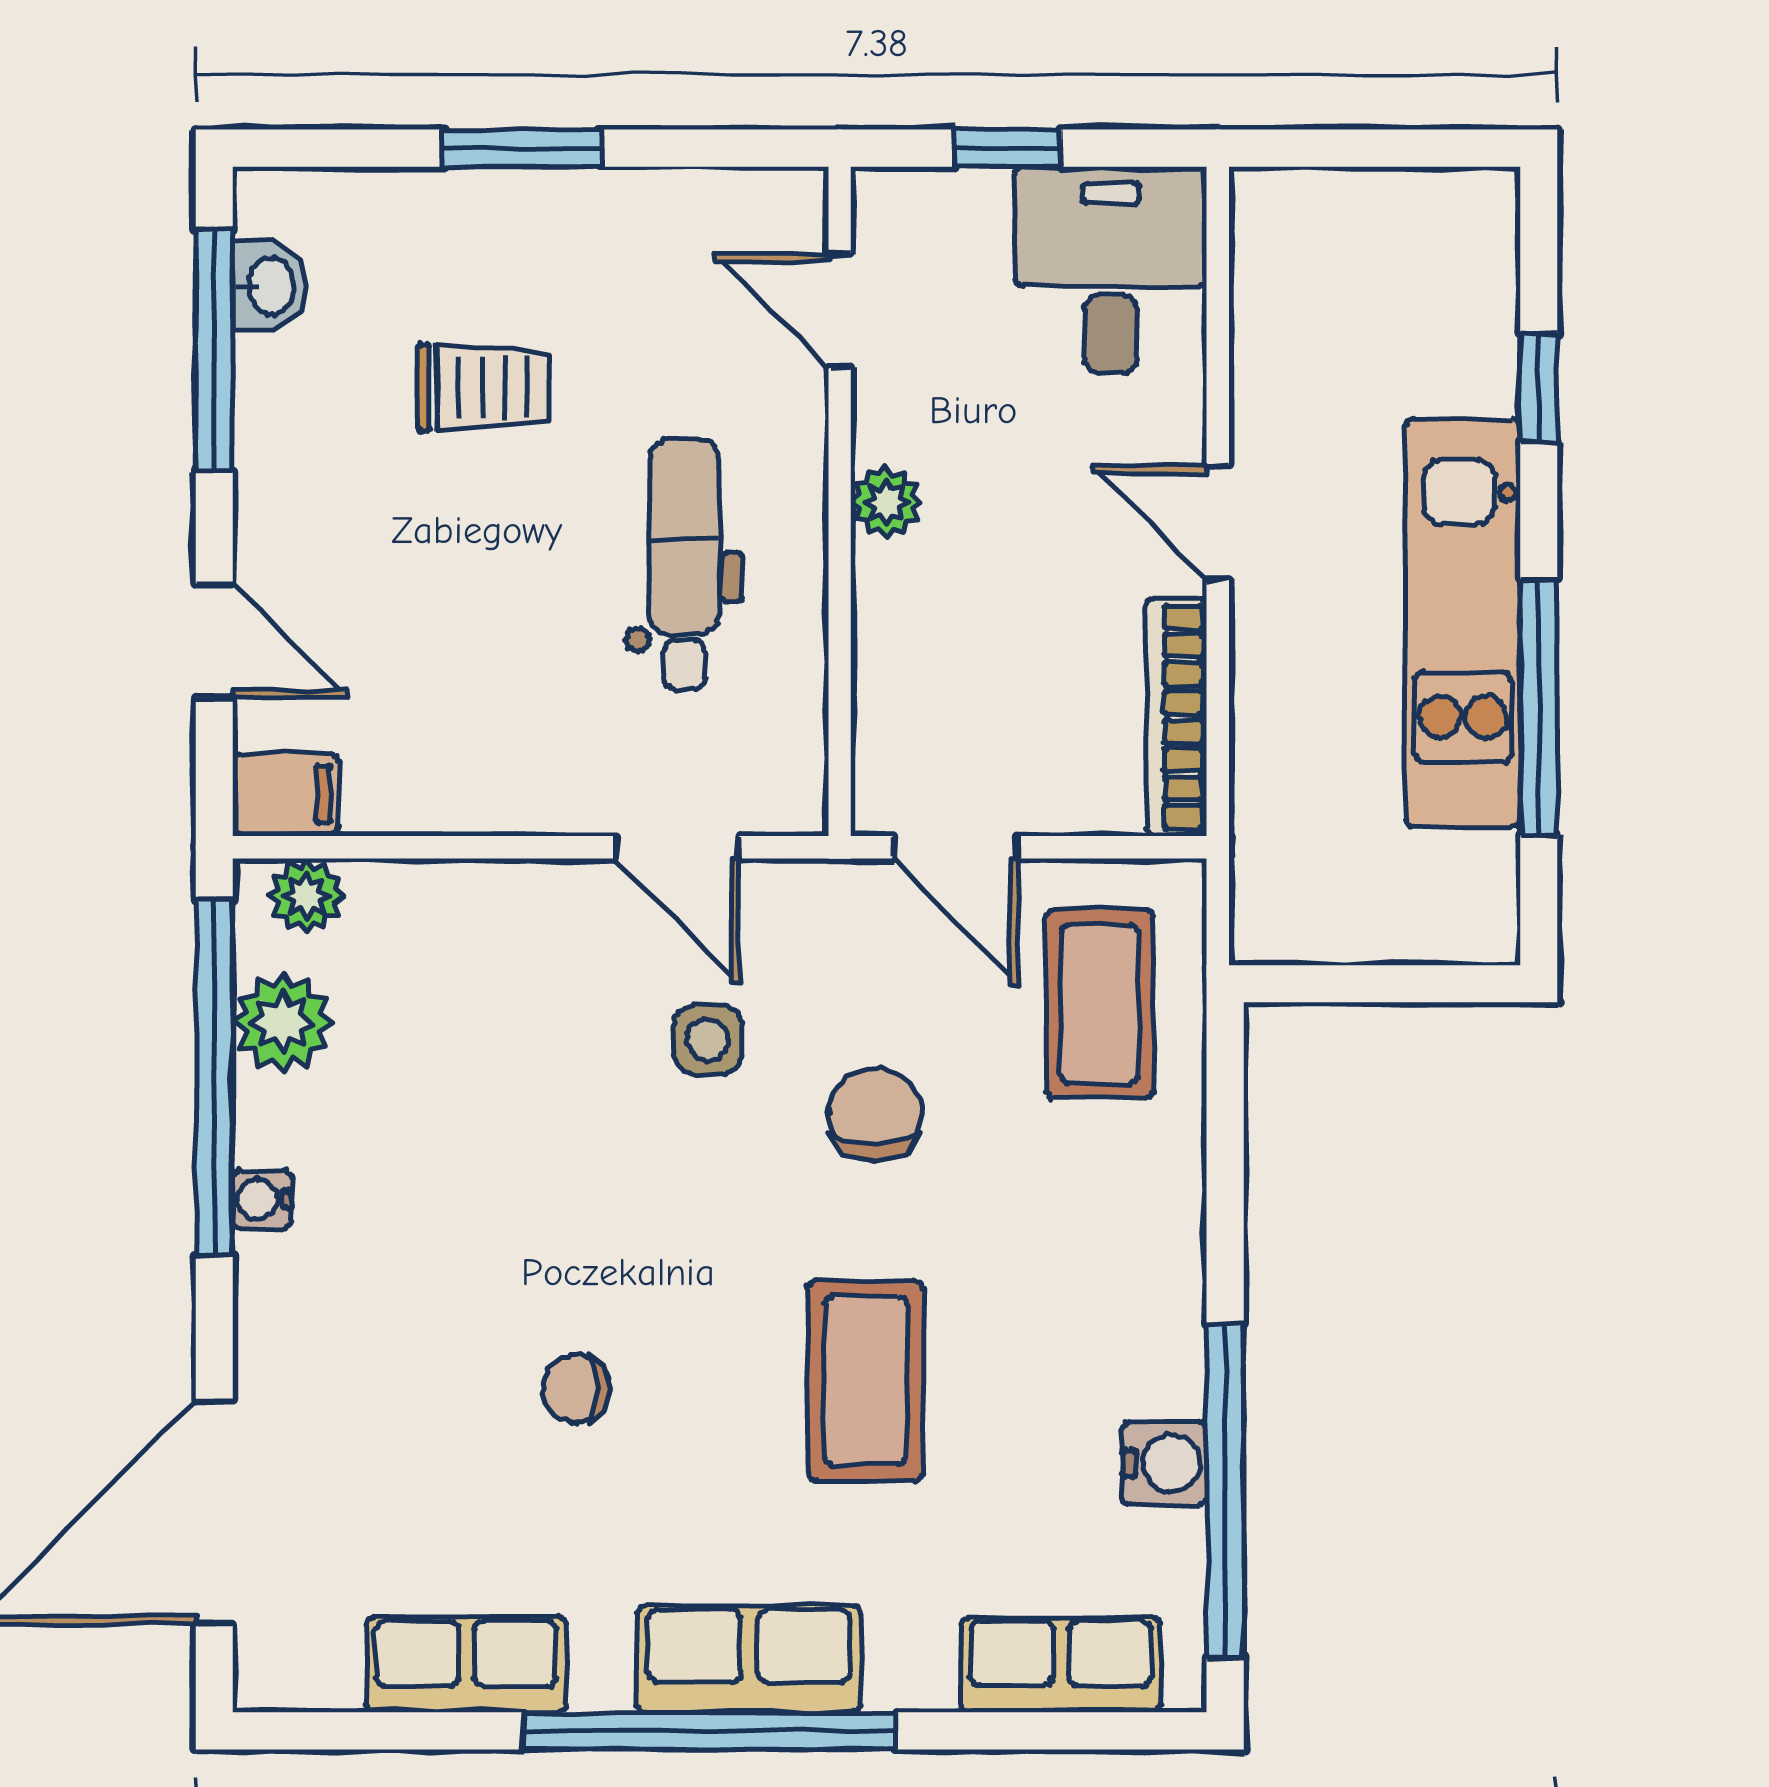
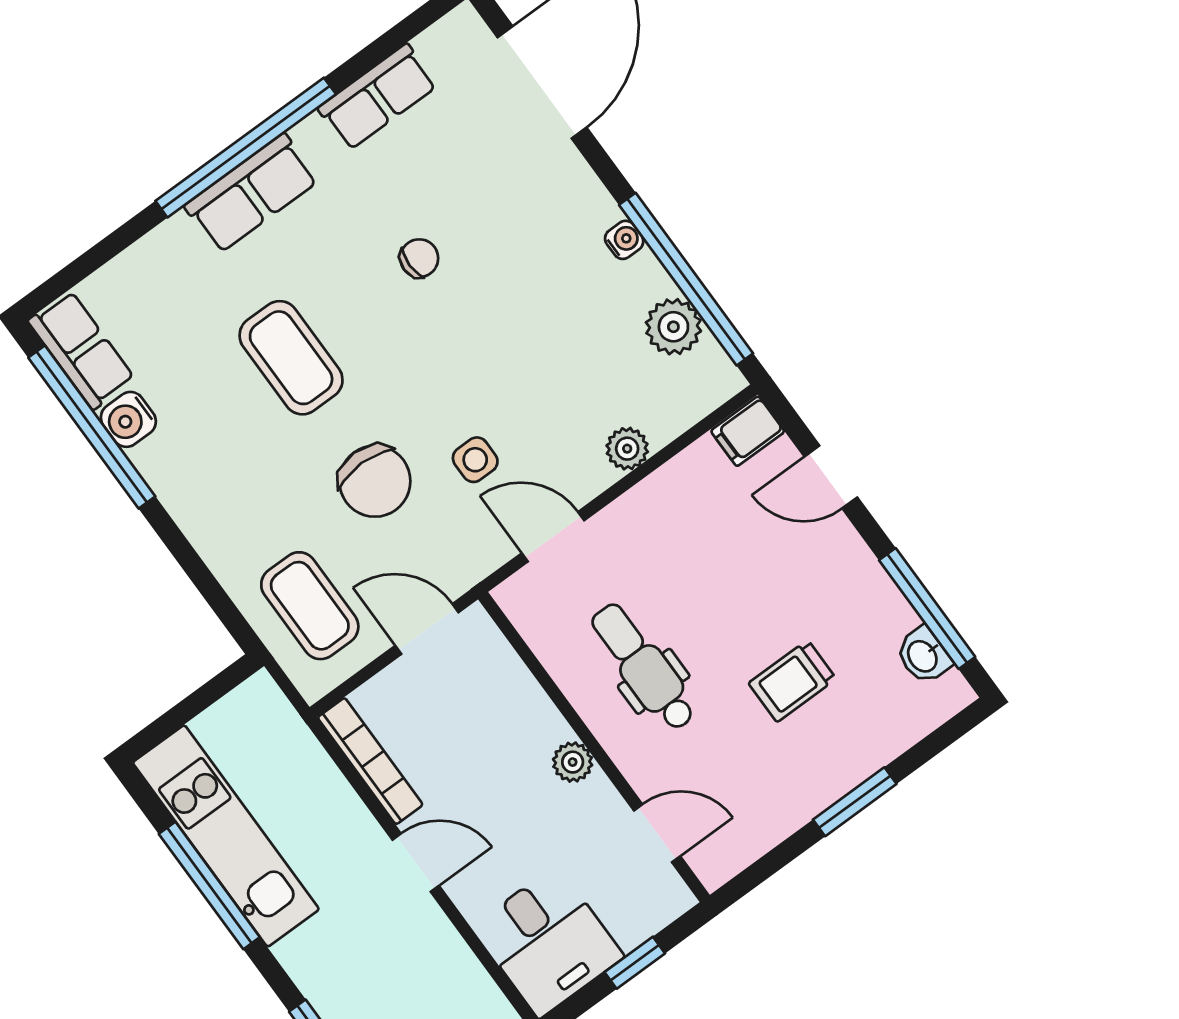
dental chair: (684, 564) -> (643, 667), turned 180
kitchen unit: (1463, 623) -> (226, 836), moved
plant: (306, 896) -> (627, 449), moved
chair: (875, 1115) -> (375, 481), width x1.37, depth x1.37
row of seats: (1061, 1665) -> (81, 350), moved, turned -90

